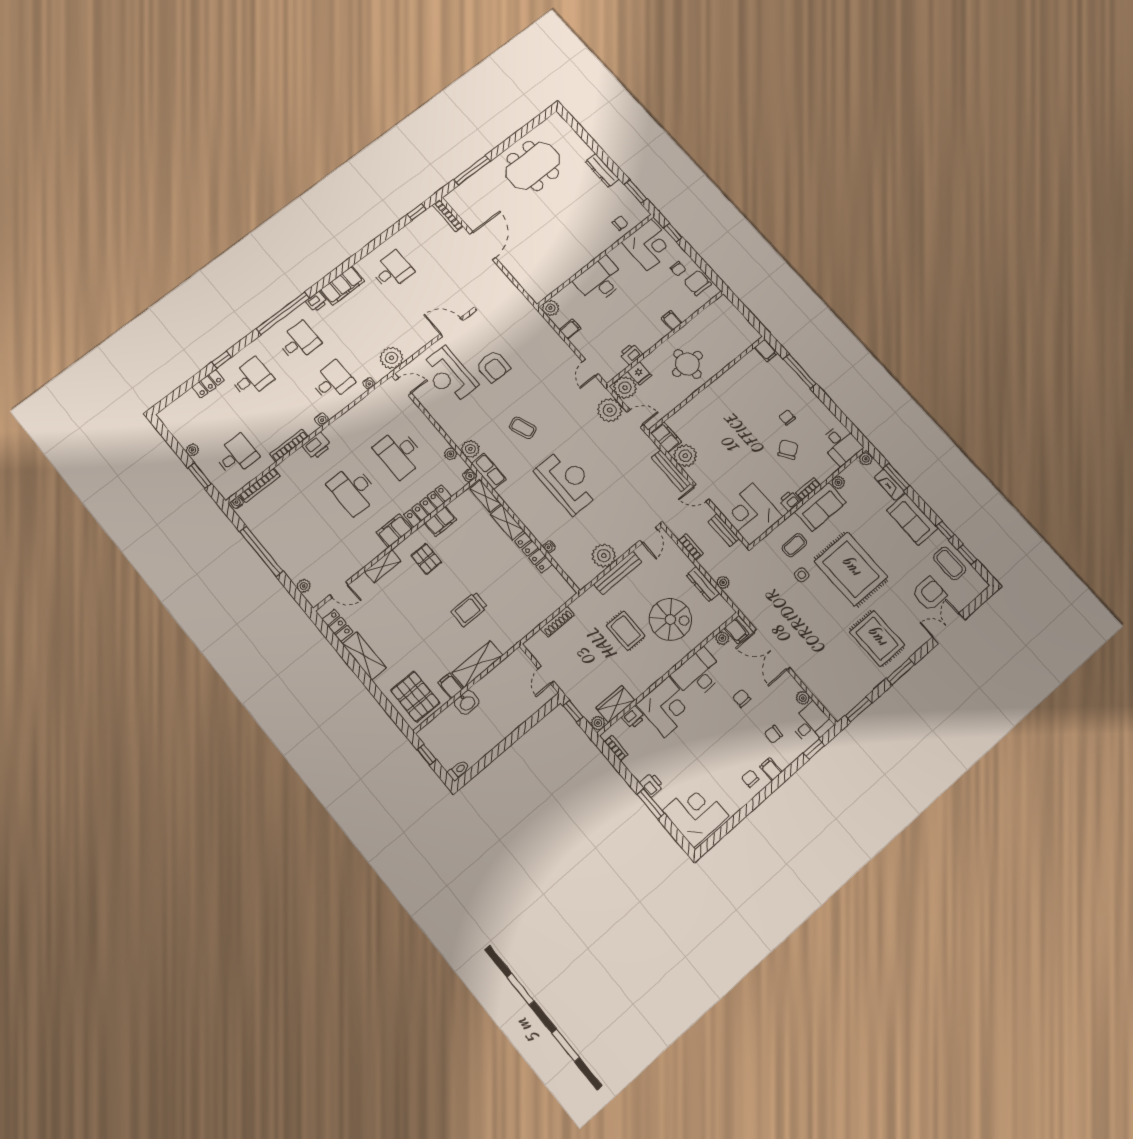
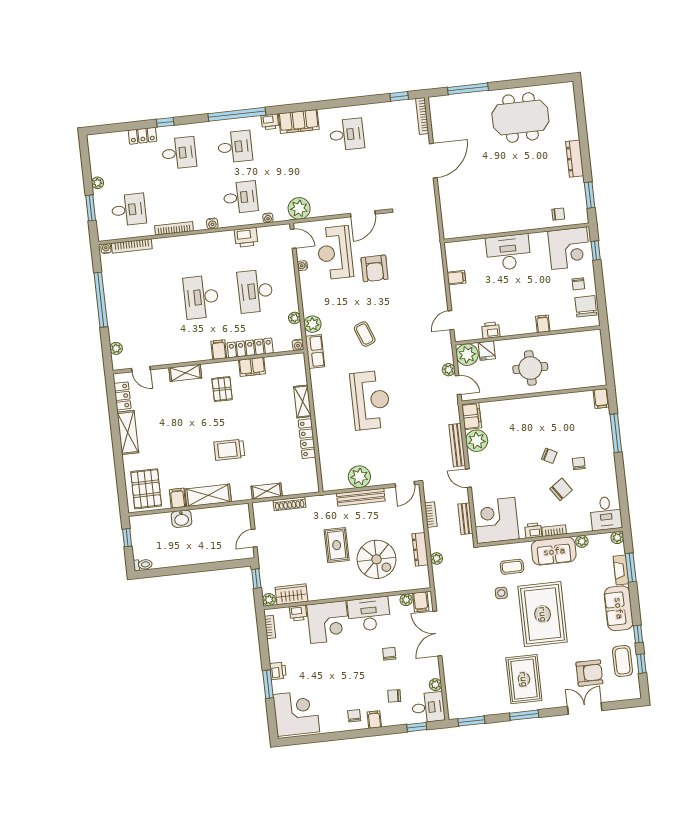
plant: (550, 308) -> (453, 250), removed
door: (451, 327) -> (363, 214), swing flipped
plant: (610, 410) -> (449, 370), width x0.53, depth x0.53
chair: (757, 427) -> (549, 456), added
printer: (317, 446) -> (246, 237), moved
shelving: (485, 496) -> (267, 491), moved, turned 90
filing cabinet: (394, 531) -> (219, 350), width x0.50
water cooler: (549, 547) -> (302, 266), moved

